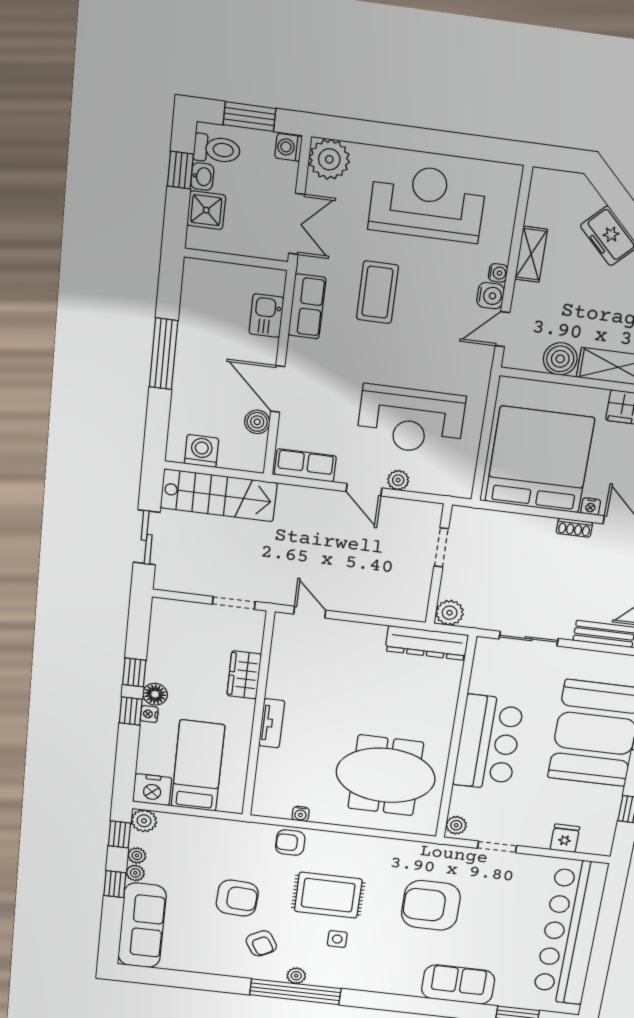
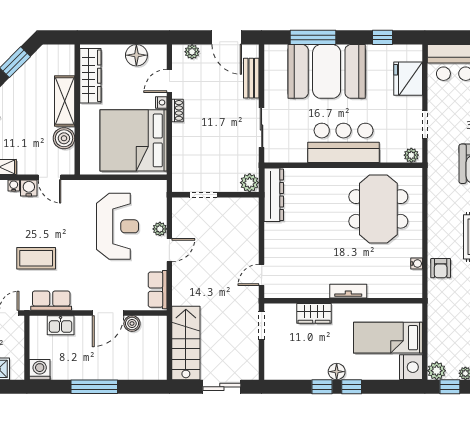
washing machine: (202, 451) -> (40, 370), moved, turned 90
nightstand: (149, 714) -> (352, 374), removed
fridge: (565, 838) -> (408, 79), width x1.88, depth x1.34

